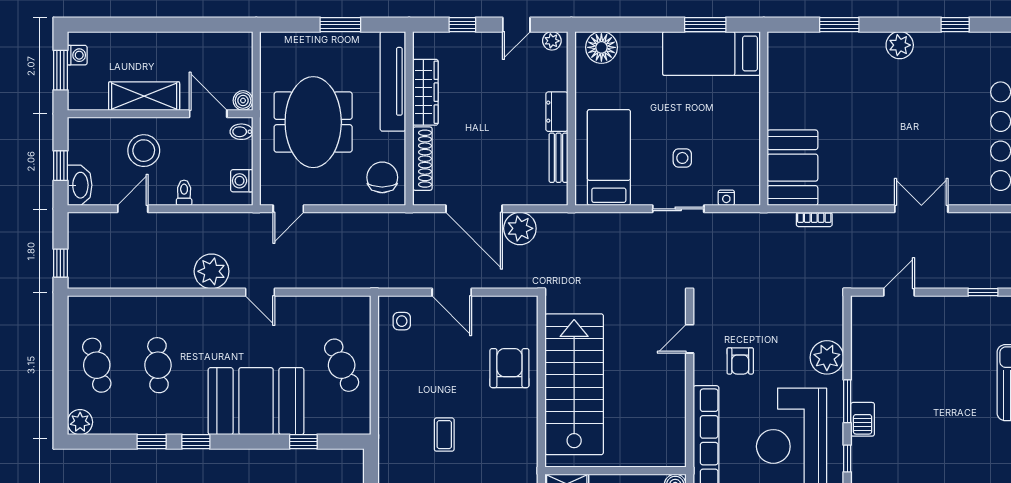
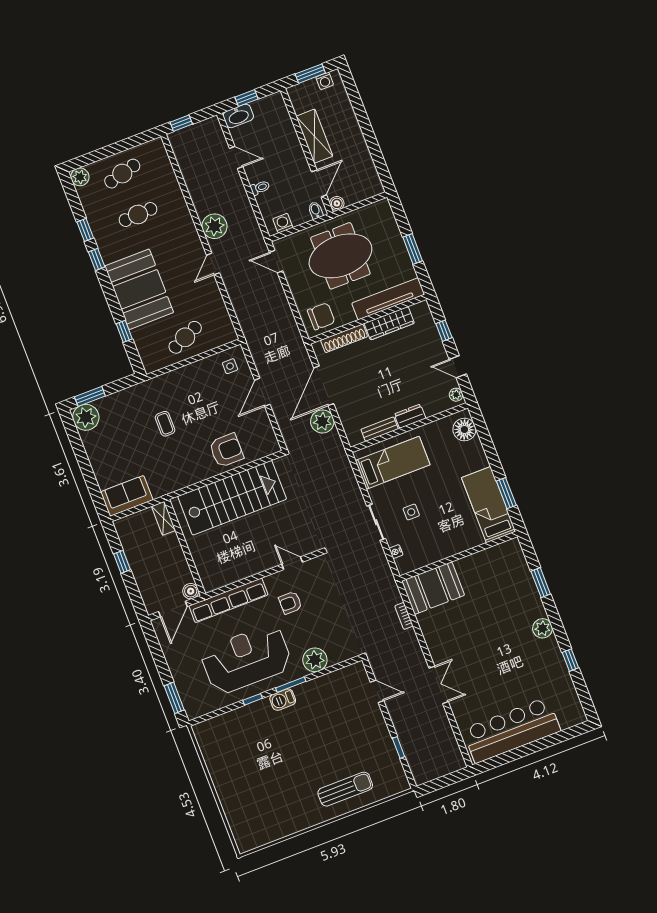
stool: (144, 151) -> (278, 150), removed
coffee table: (444, 435) -> (165, 424), turned 90

